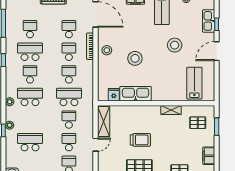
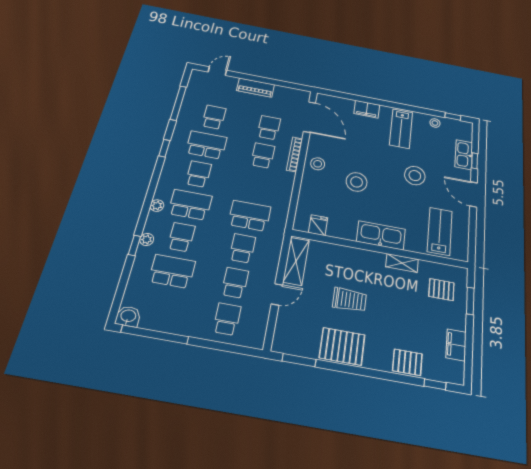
door: (217, 51) -> (474, 194), hinge flipped
school desk: (69, 74) -> (181, 237), moved
kitchen sink: (136, 94) -> (381, 235), moved

